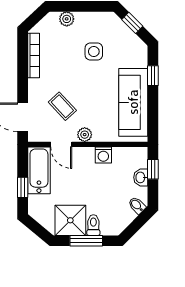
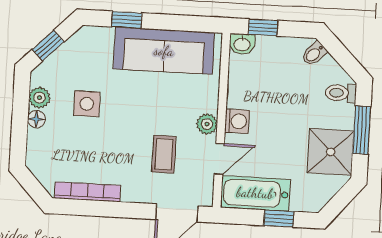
floor lamp: (81, 18) -> (36, 119), added
plant: (67, 19) -> (39, 98), moved
coffee table: (62, 106) -> (164, 154), turned -47
washing machine: (103, 155) -> (237, 121), moved
washbasin: (141, 177) -> (242, 44), moved
toilet: (93, 225) -> (341, 93), moved

